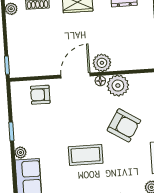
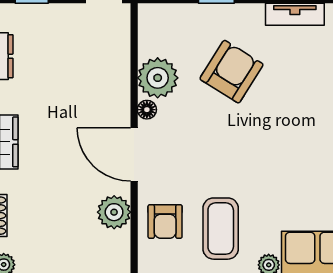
plant: (102, 63) -> (114, 212), moved
coffee table: (86, 155) -> (221, 229), moved

